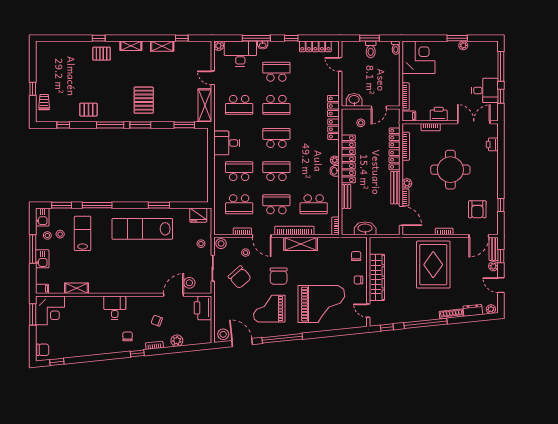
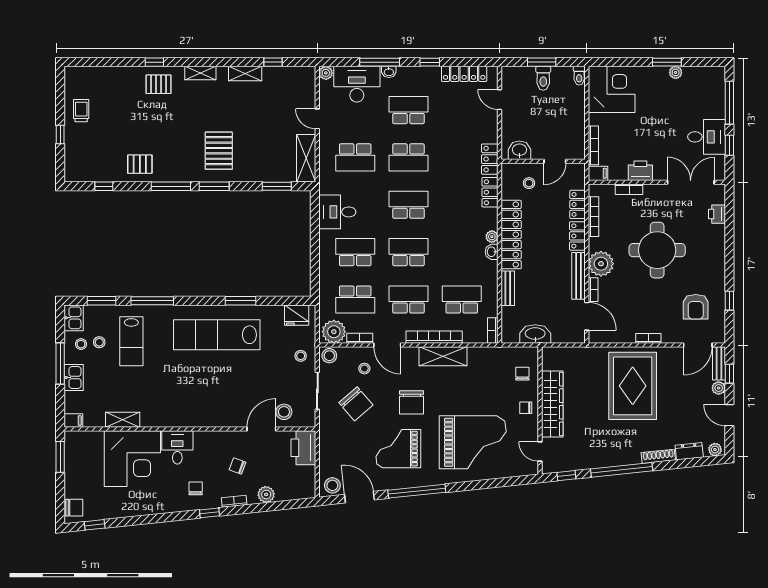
trolley: (44, 102) -> (81, 111), moved
plant: (407, 183) -> (601, 264), width x1.88, depth x1.88
school desk: (314, 204) -> (462, 299), turned 180
plant: (224, 227) -> (334, 332), added
lab bench: (83, 233) -> (131, 341), turned 180
corner desk: (50, 310) -> (132, 459), moved, width x1.36, depth x1.36

